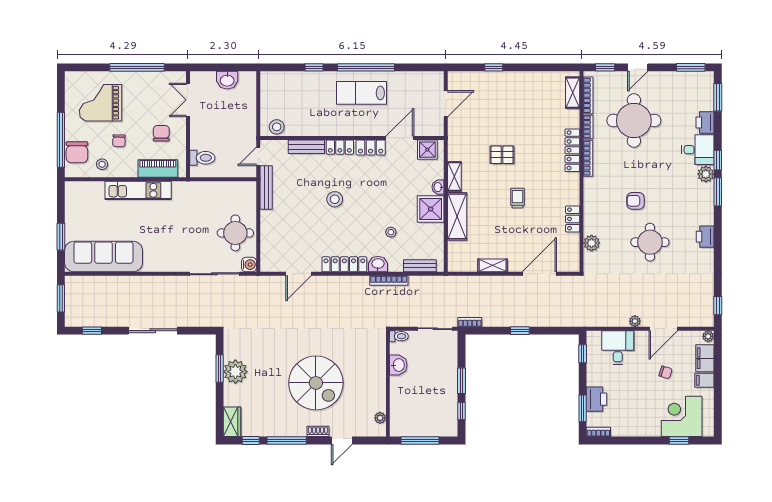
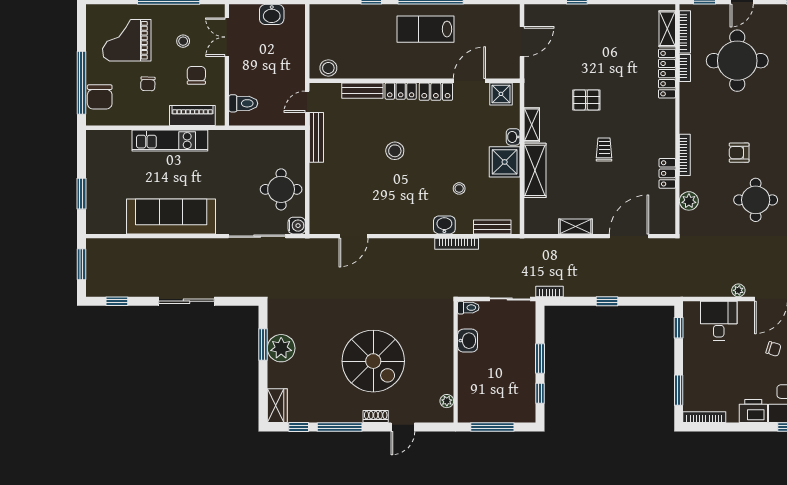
locker: (572, 150) -> (667, 74), moved
bookcase: (588, 158) -> (685, 155), moved
stool: (102, 164) -> (183, 41), moved
sofa: (104, 257) -> (171, 216), moved
locker: (344, 264) -> (406, 225), removed
printer: (597, 399) -> (753, 411), moved, turned -90
bookcase: (598, 432) -> (704, 417), width x1.56

